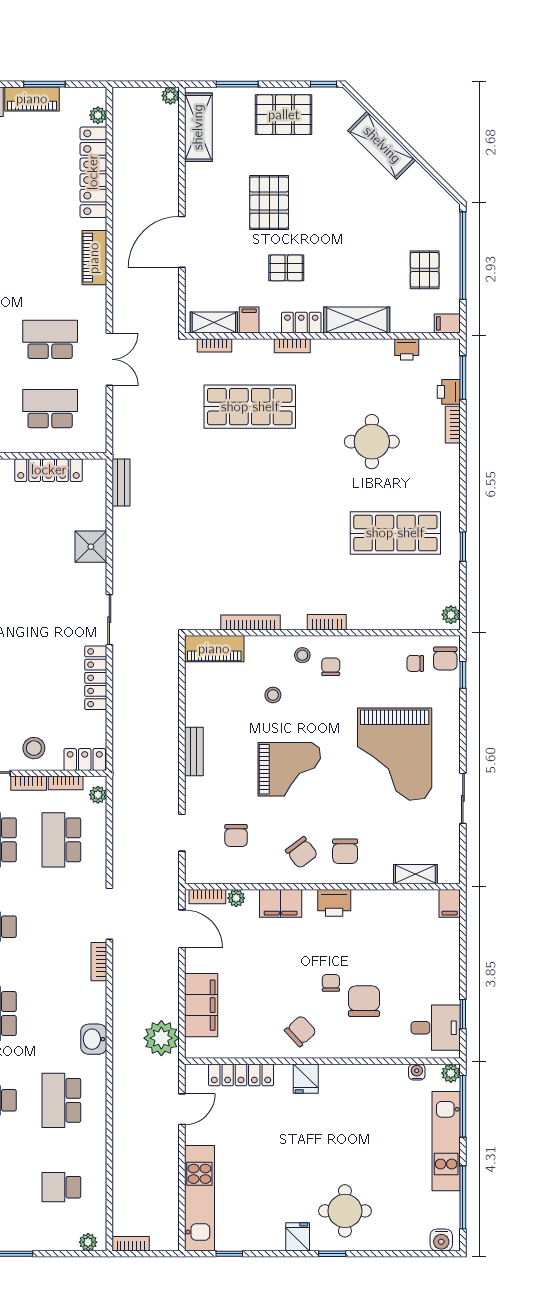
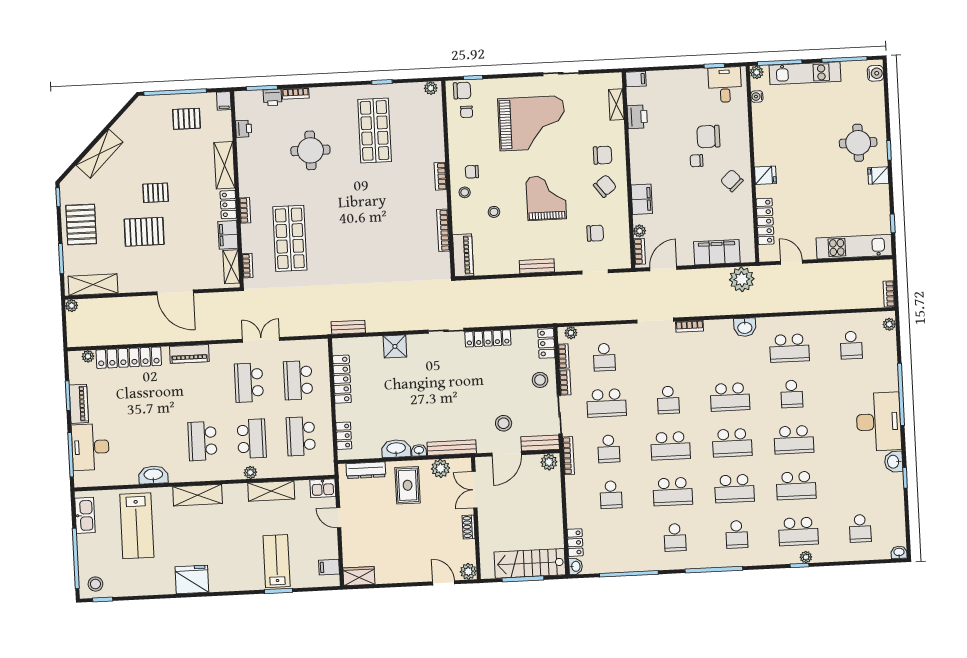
pallet: (286, 268) -> (156, 193), moved, turned 90
filing cabinet: (249, 320) -> (228, 235), width x2.00
school desk: (61, 840) -> (604, 357), width x0.54
printer: (334, 903) -> (637, 117), moved

